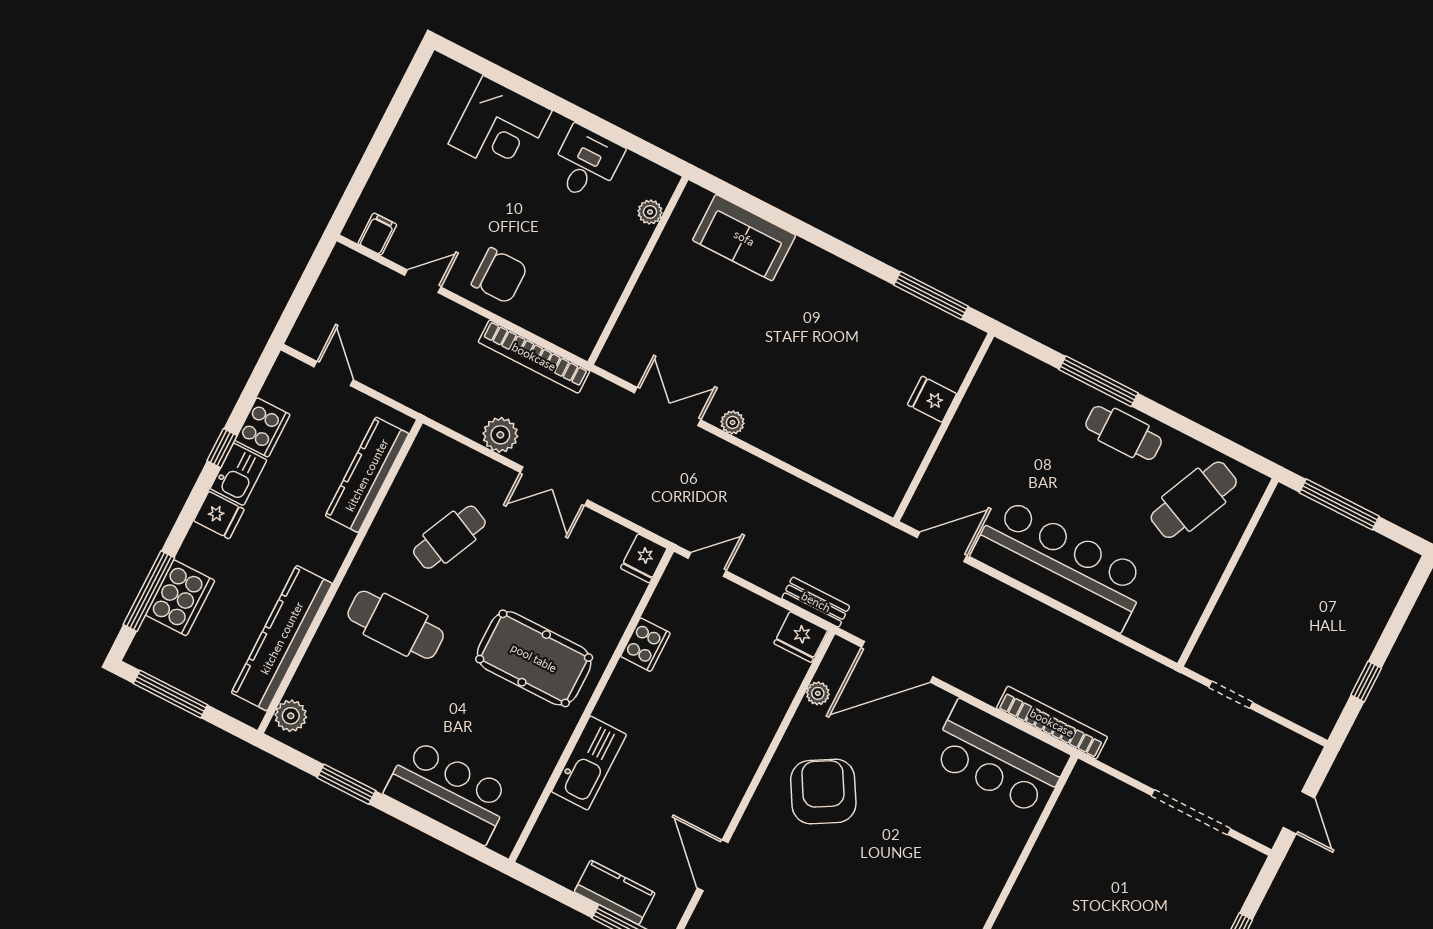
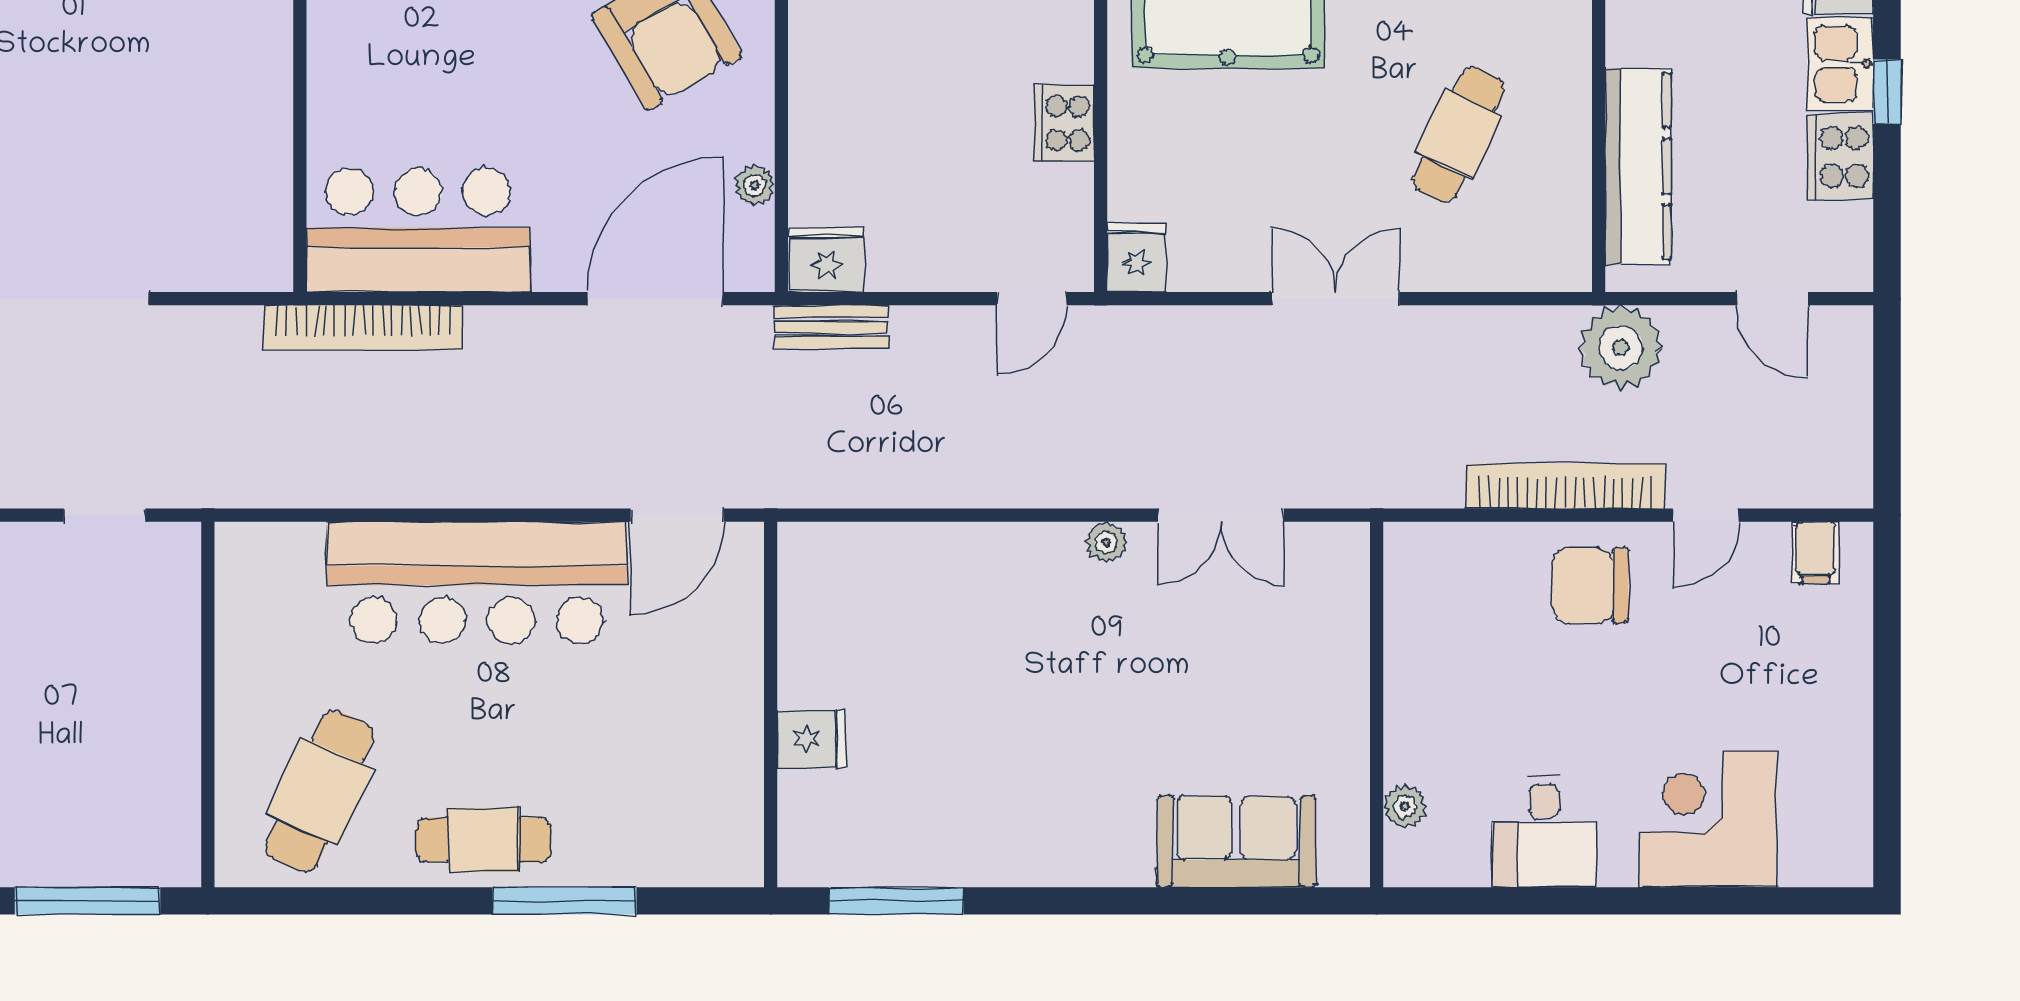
bookcase: (534, 357) -> (1565, 486), moved
plant: (500, 435) -> (1621, 347), moved, width x1.36, depth x1.36

